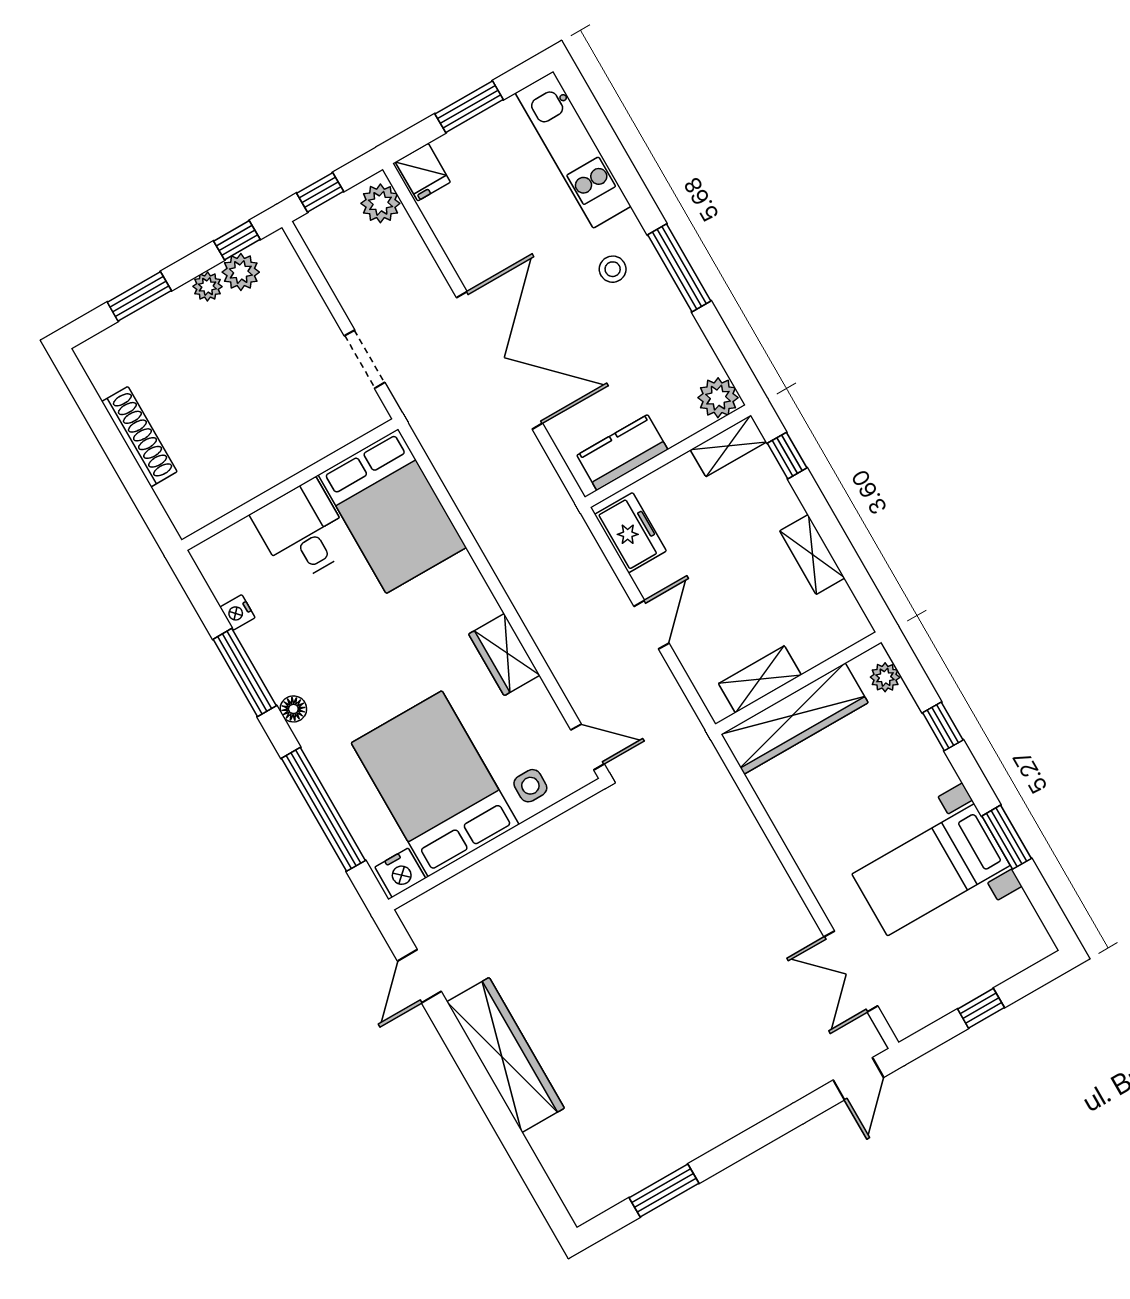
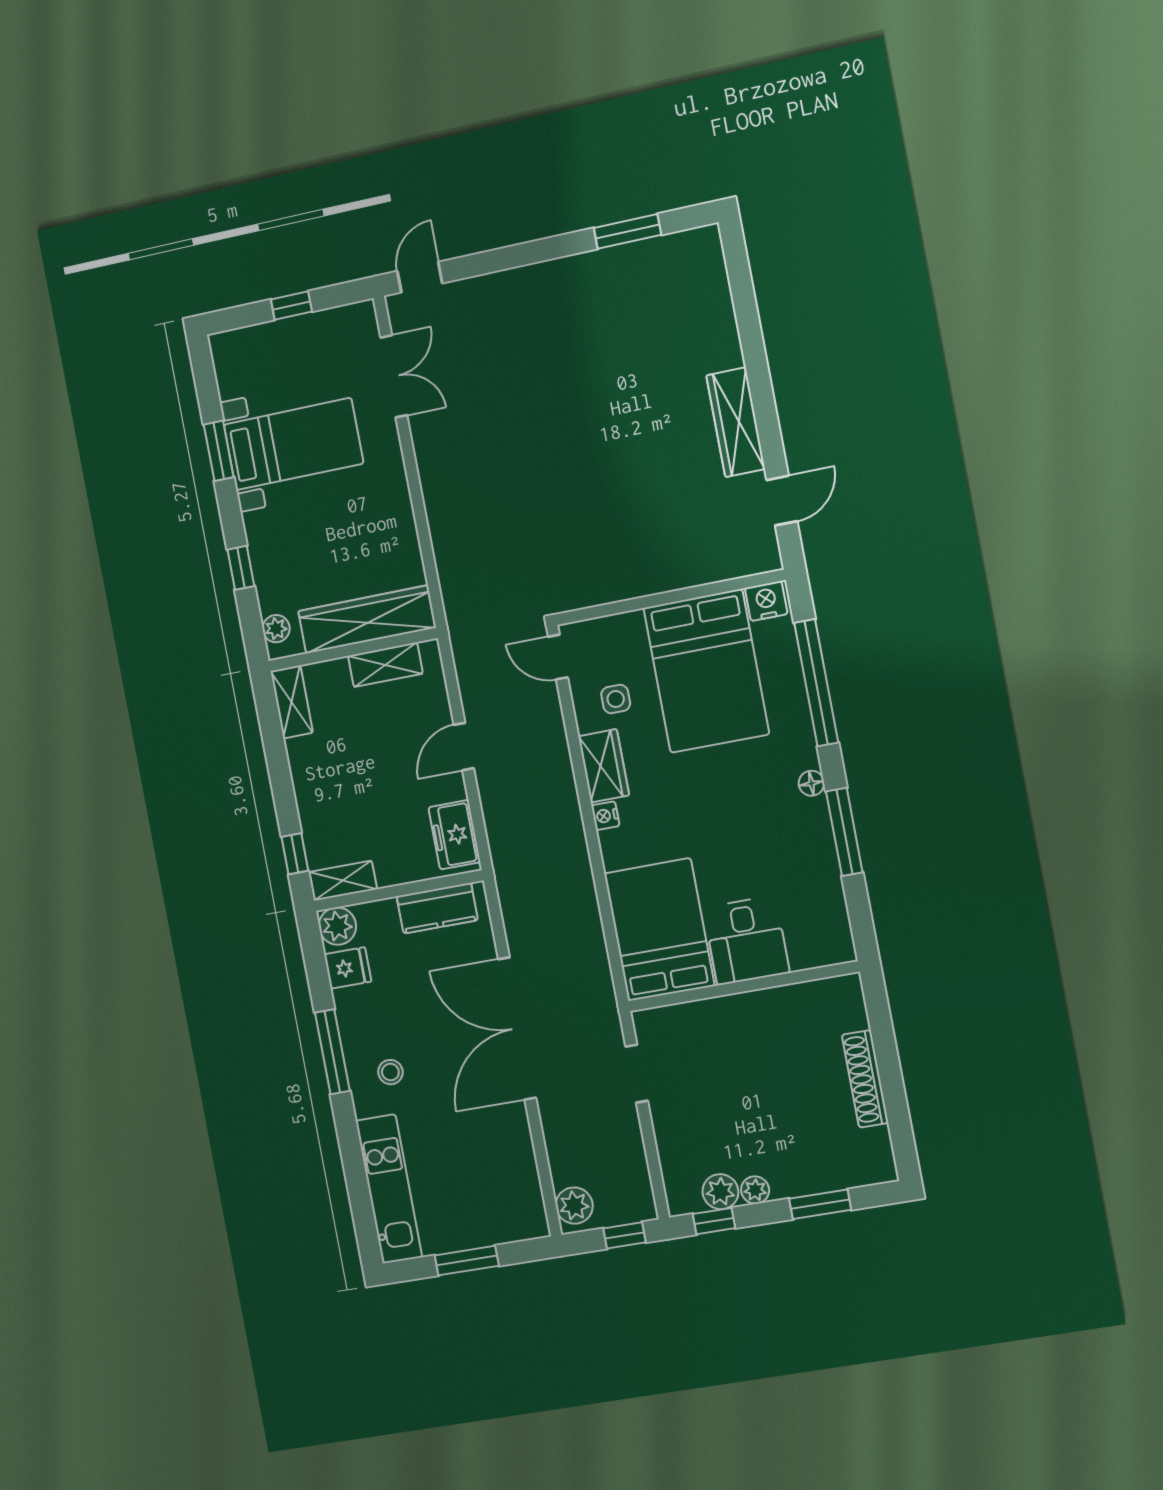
fridge: (423, 172) -> (348, 968), moved, turned 90
shelving: (812, 554) -> (292, 702), moved
nightstand: (237, 612) -> (605, 816), moved, turned 180
side table: (530, 786) -> (616, 699), moved
wardrobe: (505, 1055) -> (736, 422), width x0.71, depth x0.85

